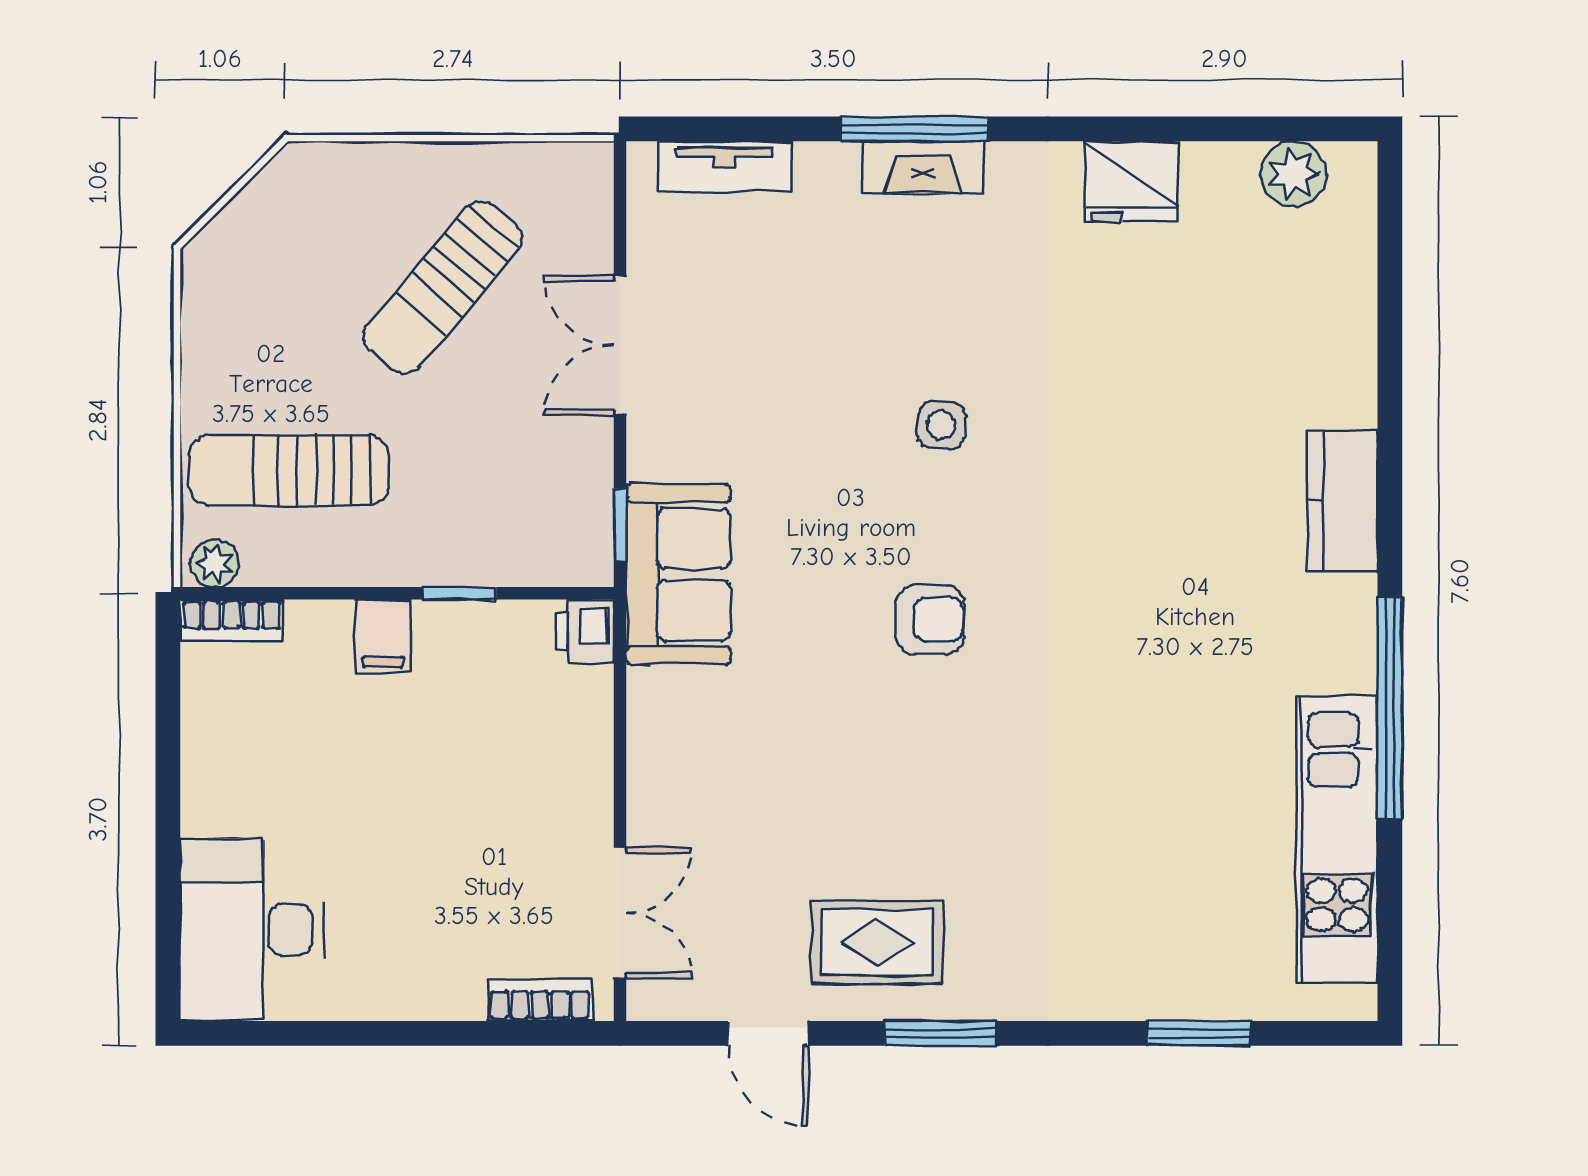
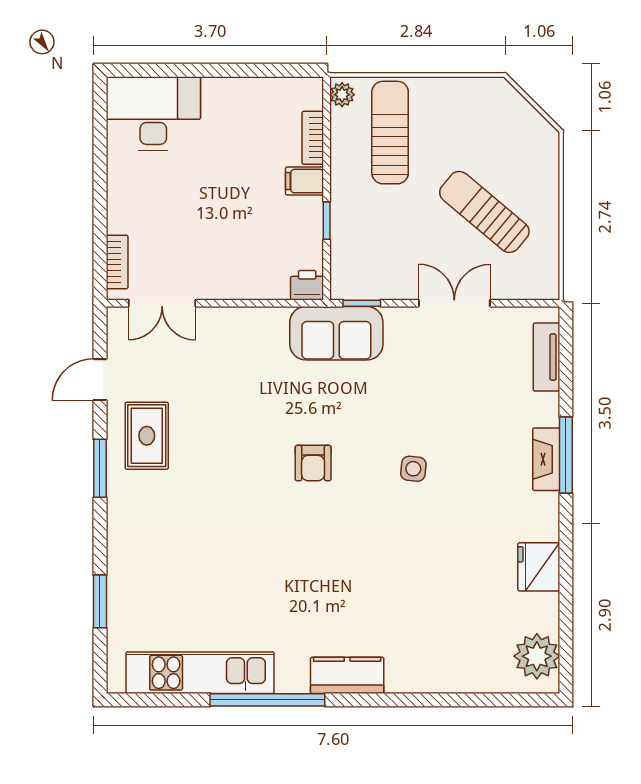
plant: (1293, 174) -> (537, 656), width x1.36, depth x1.36
kitchen counter: (1342, 500) -> (347, 675), moved
bookcase: (232, 620) -> (313, 138), moved

